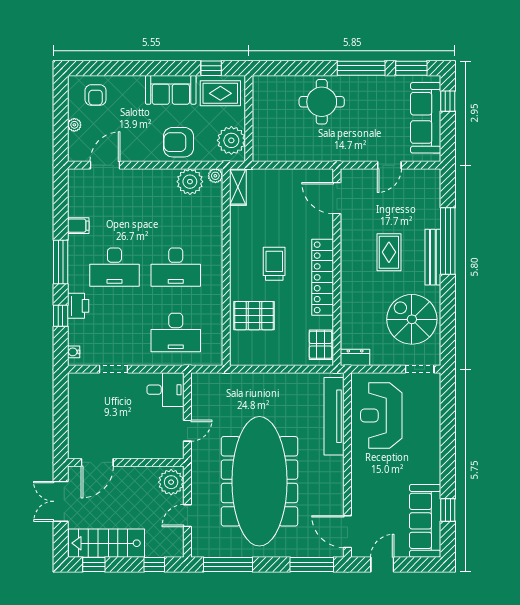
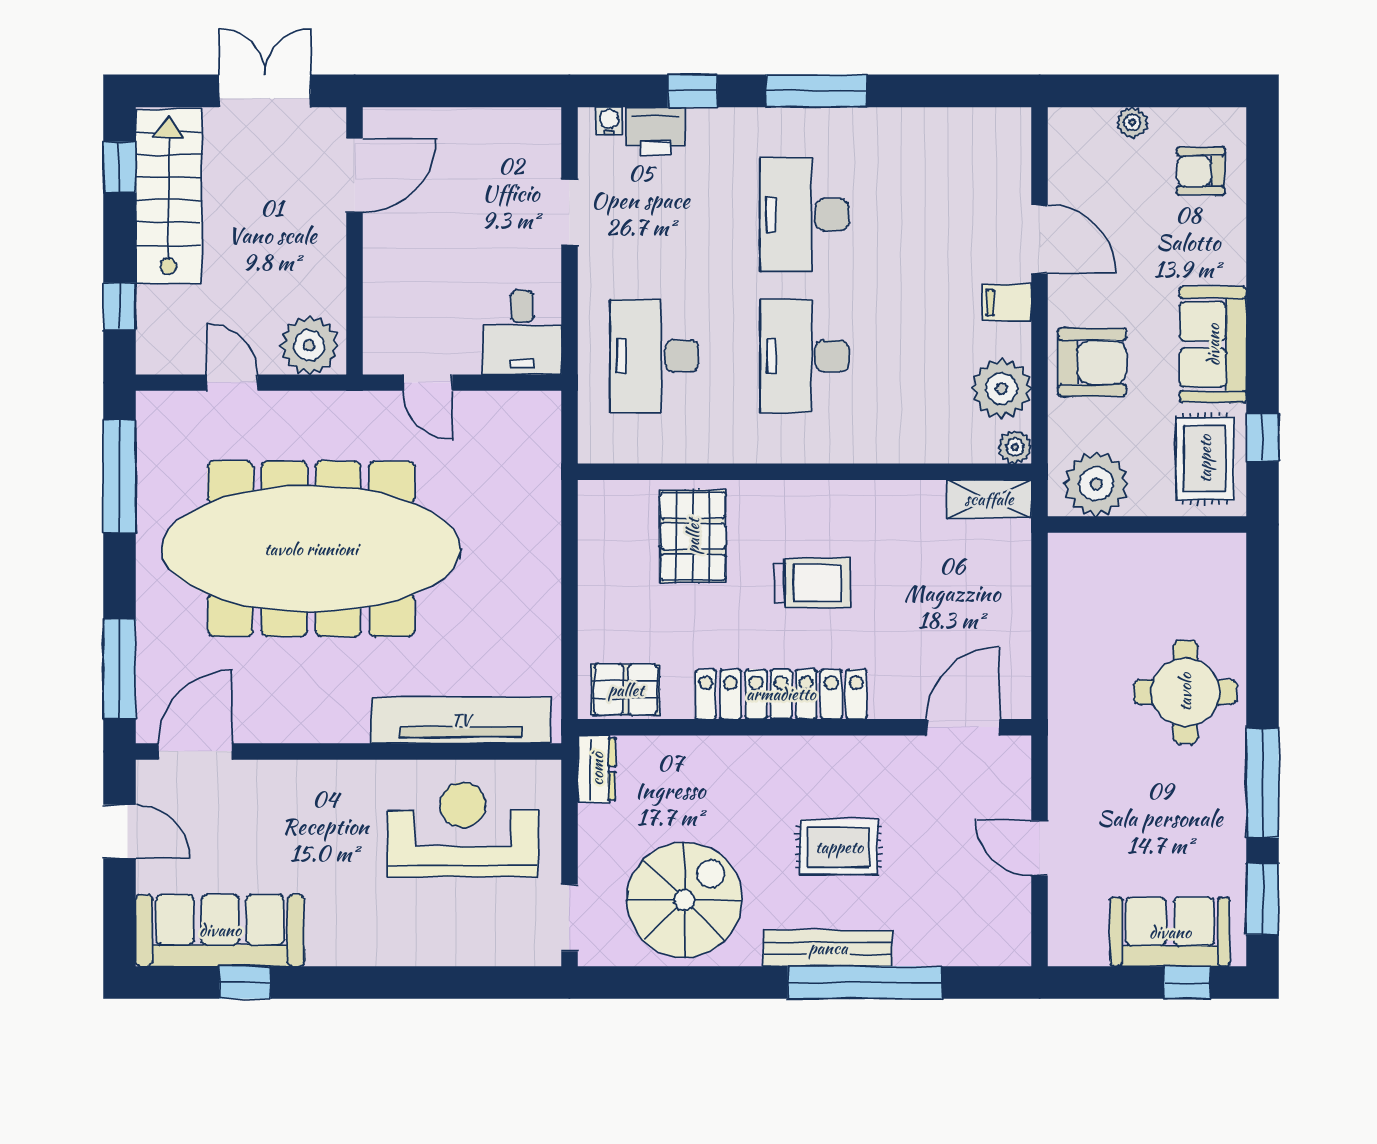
sofa: (426, 118) -> (1170, 932), width x0.73
armchair: (178, 142) -> (1092, 362), turned 90
door: (105, 165) -> (1040, 239), moved
filing cabinet: (78, 226) -> (1007, 303), moved, turned 90
printer: (78, 306) -> (655, 131), moved
door: (97, 462) -> (355, 175), swing flipped

